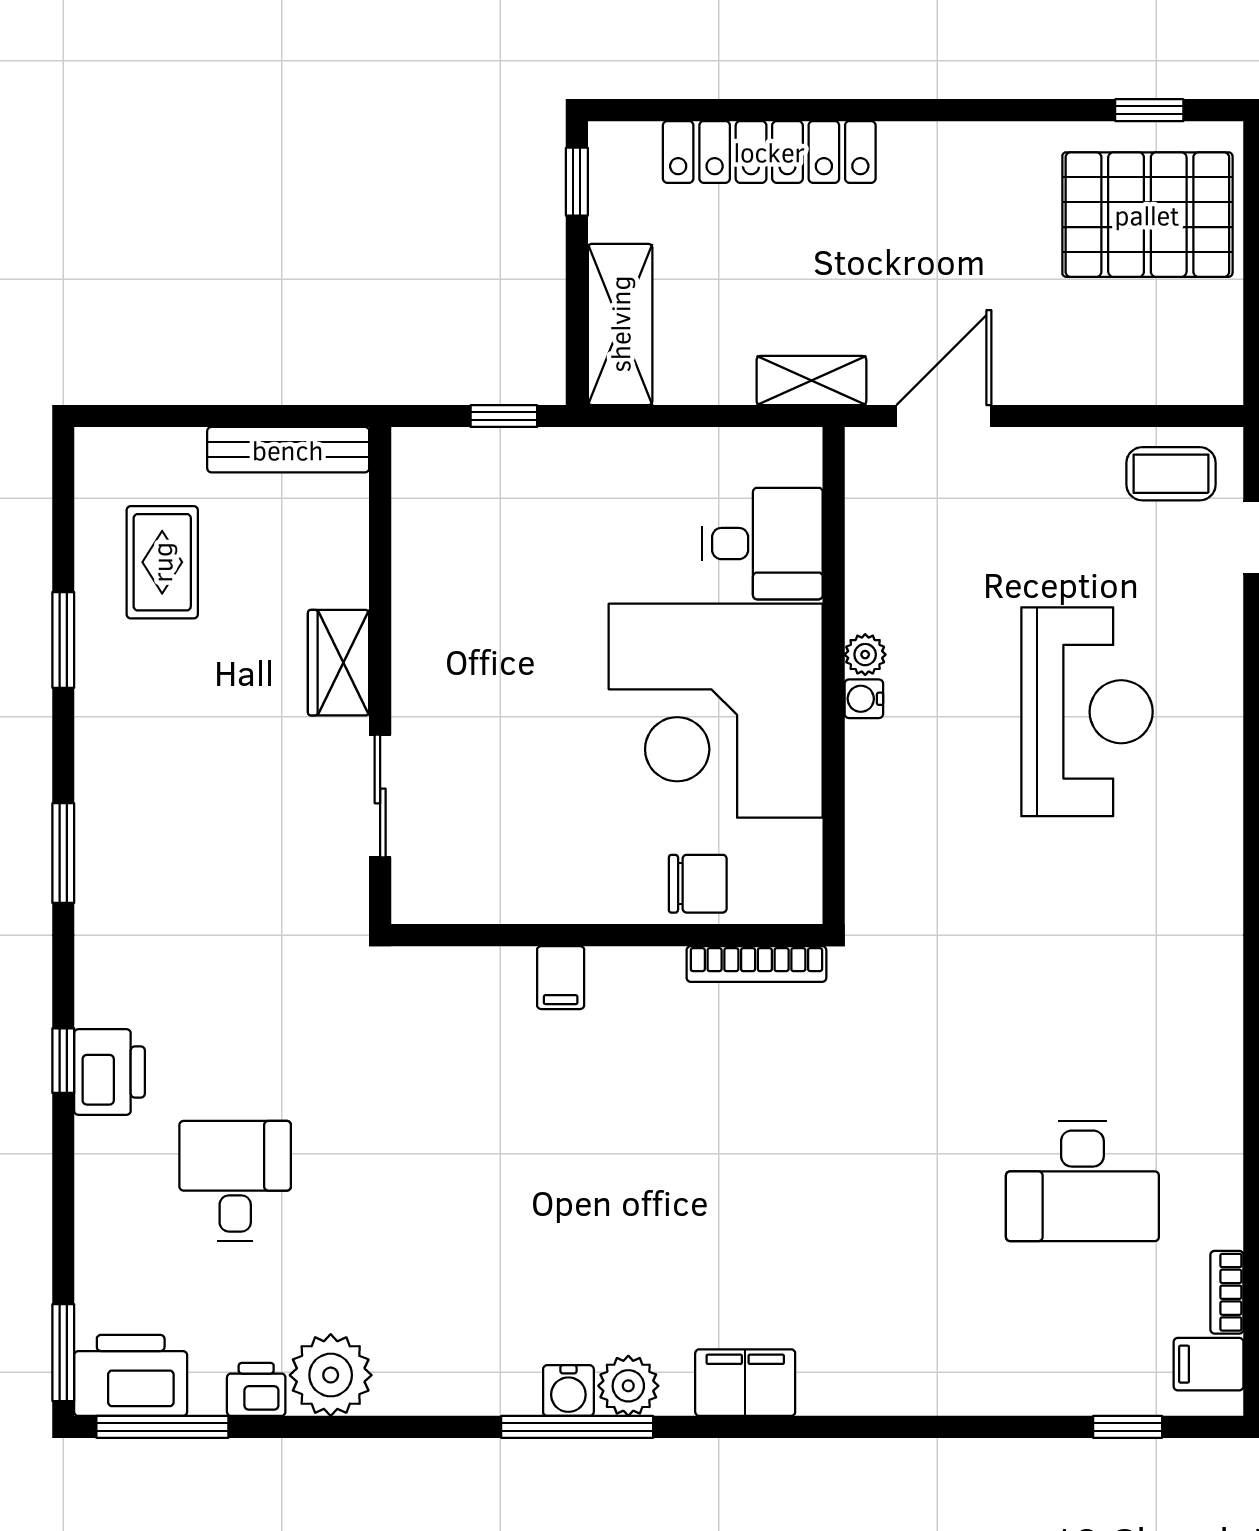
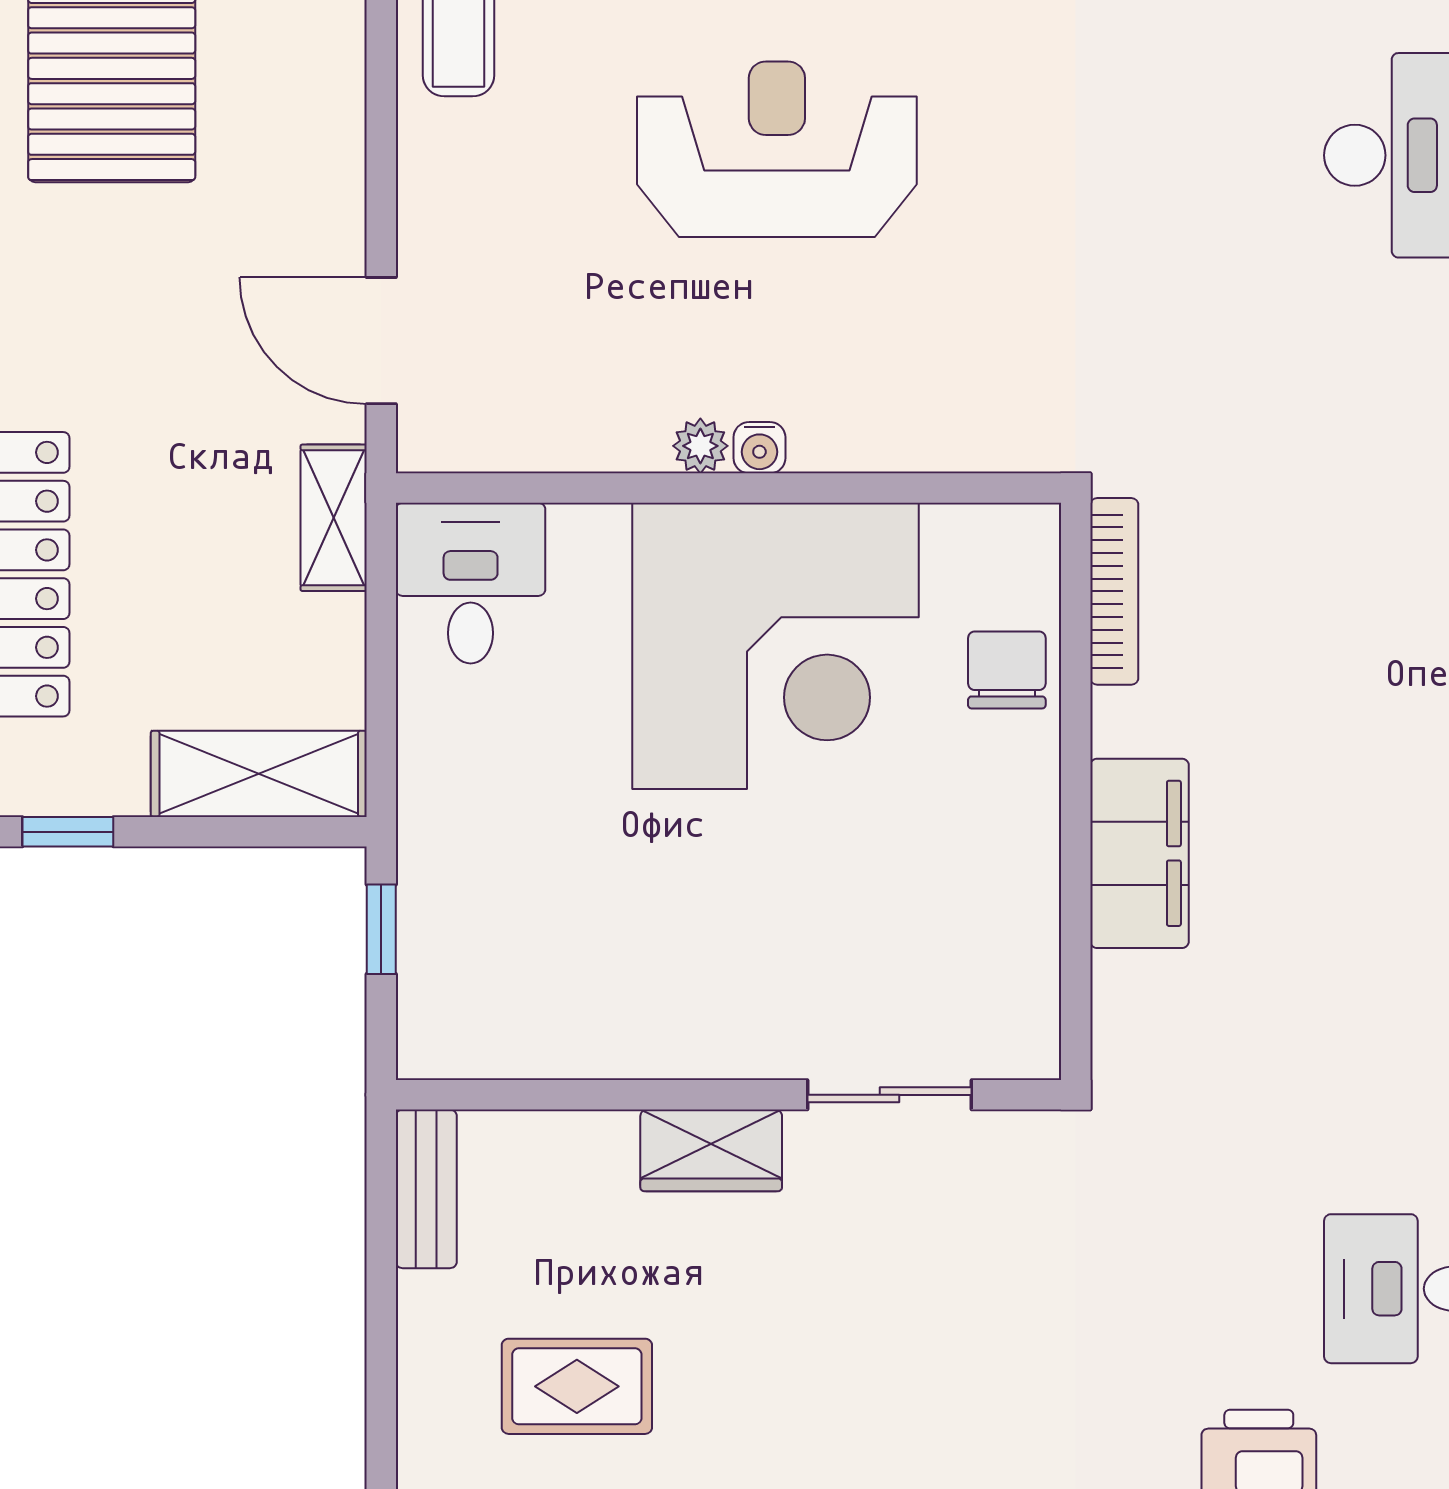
bench: (288, 450) -> (426, 1189), width x0.73
desk: (763, 544) -> (471, 583), moved
filing cabinet: (561, 978) -> (1139, 853), width x3.00, depth x1.17

